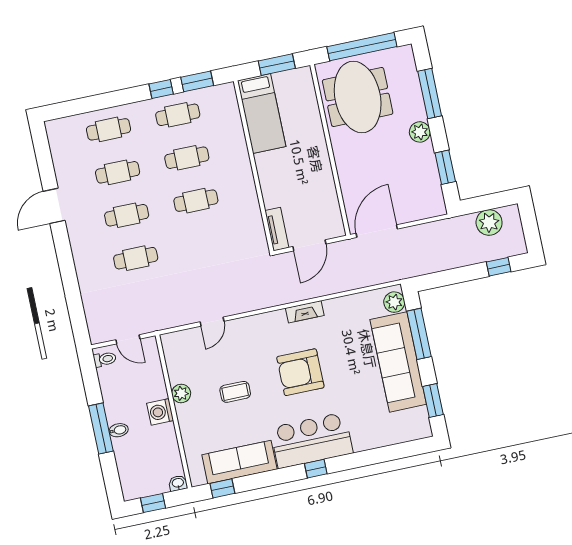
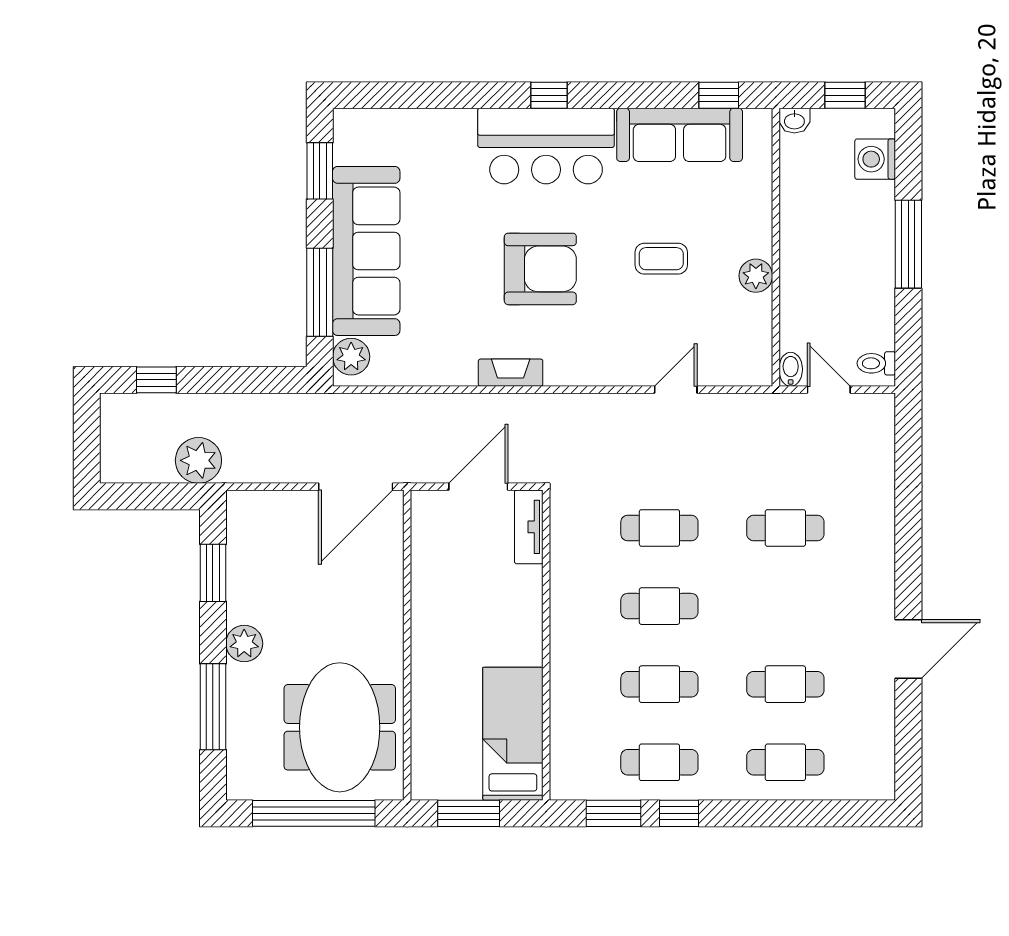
cafe table: (127, 215) -> (659, 528), moved
plant: (489, 223) -> (198, 460), moved
washing machine: (160, 412) -> (875, 159), moved, turned 180
bidet: (119, 430) -> (791, 369), moved, turned 90

